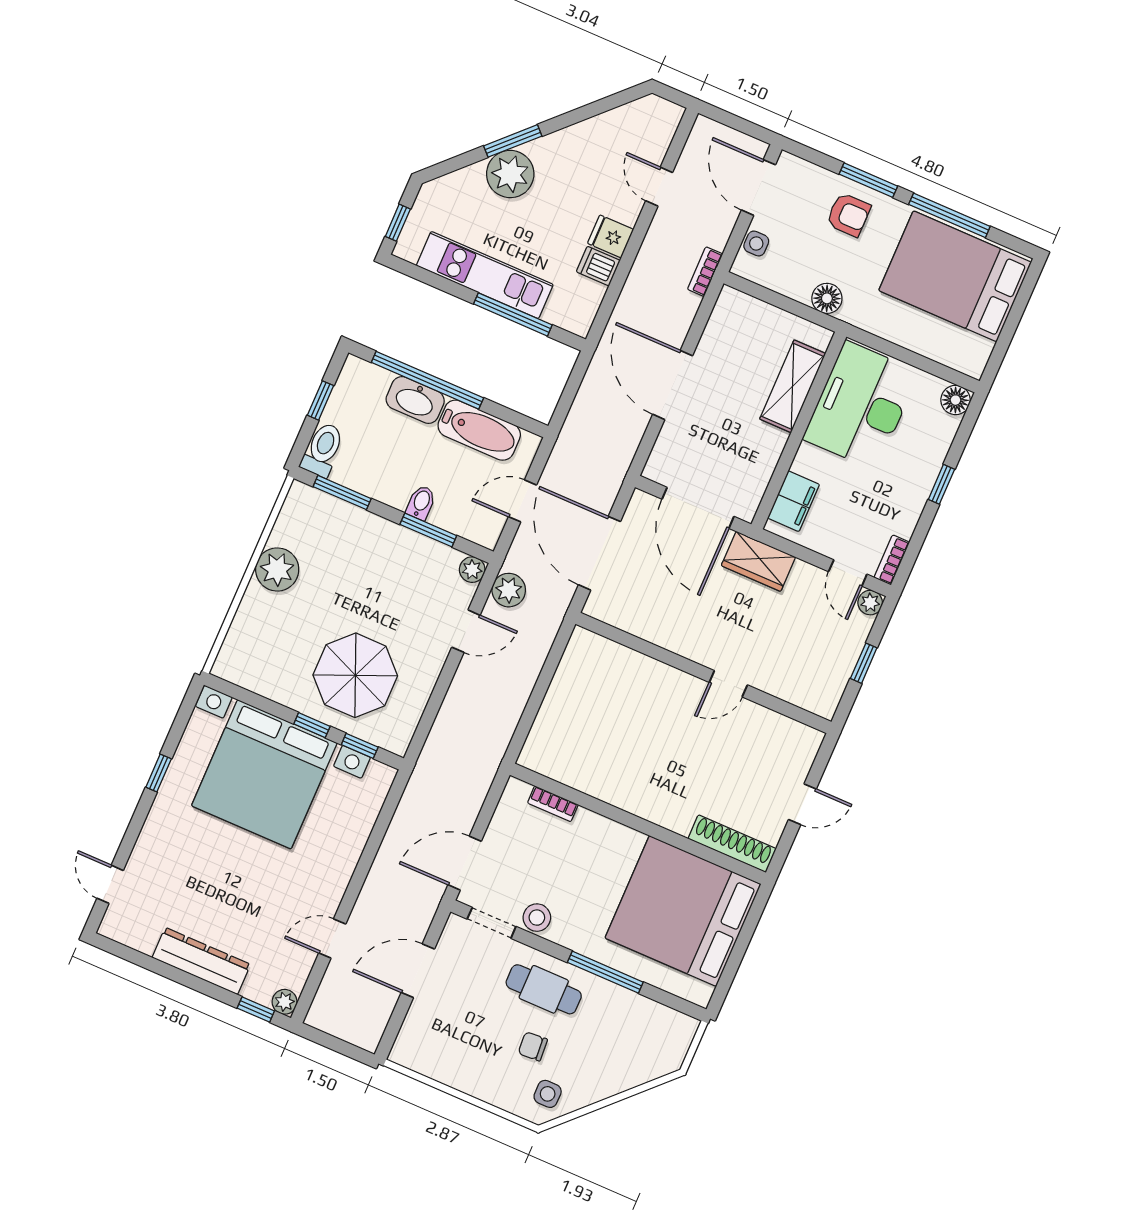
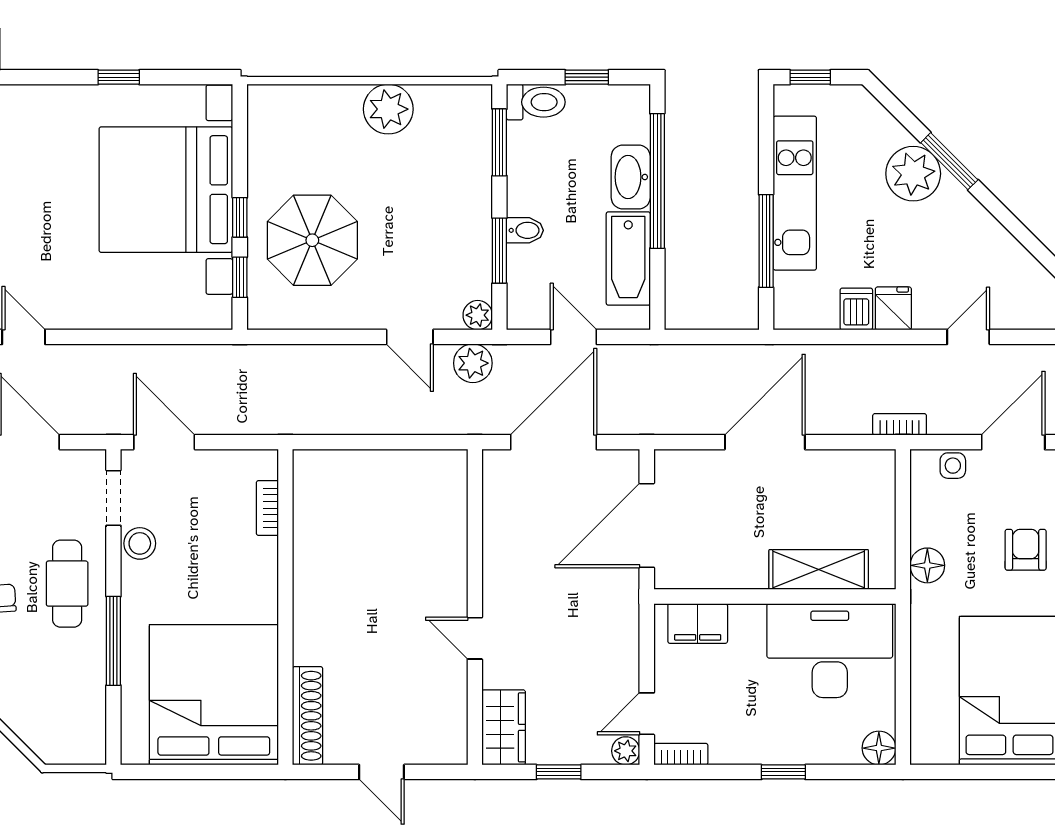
armchair: (848, 215) -> (1026, 550), turned 180
wardrobe: (758, 561) -> (504, 727), moved, turned 180

